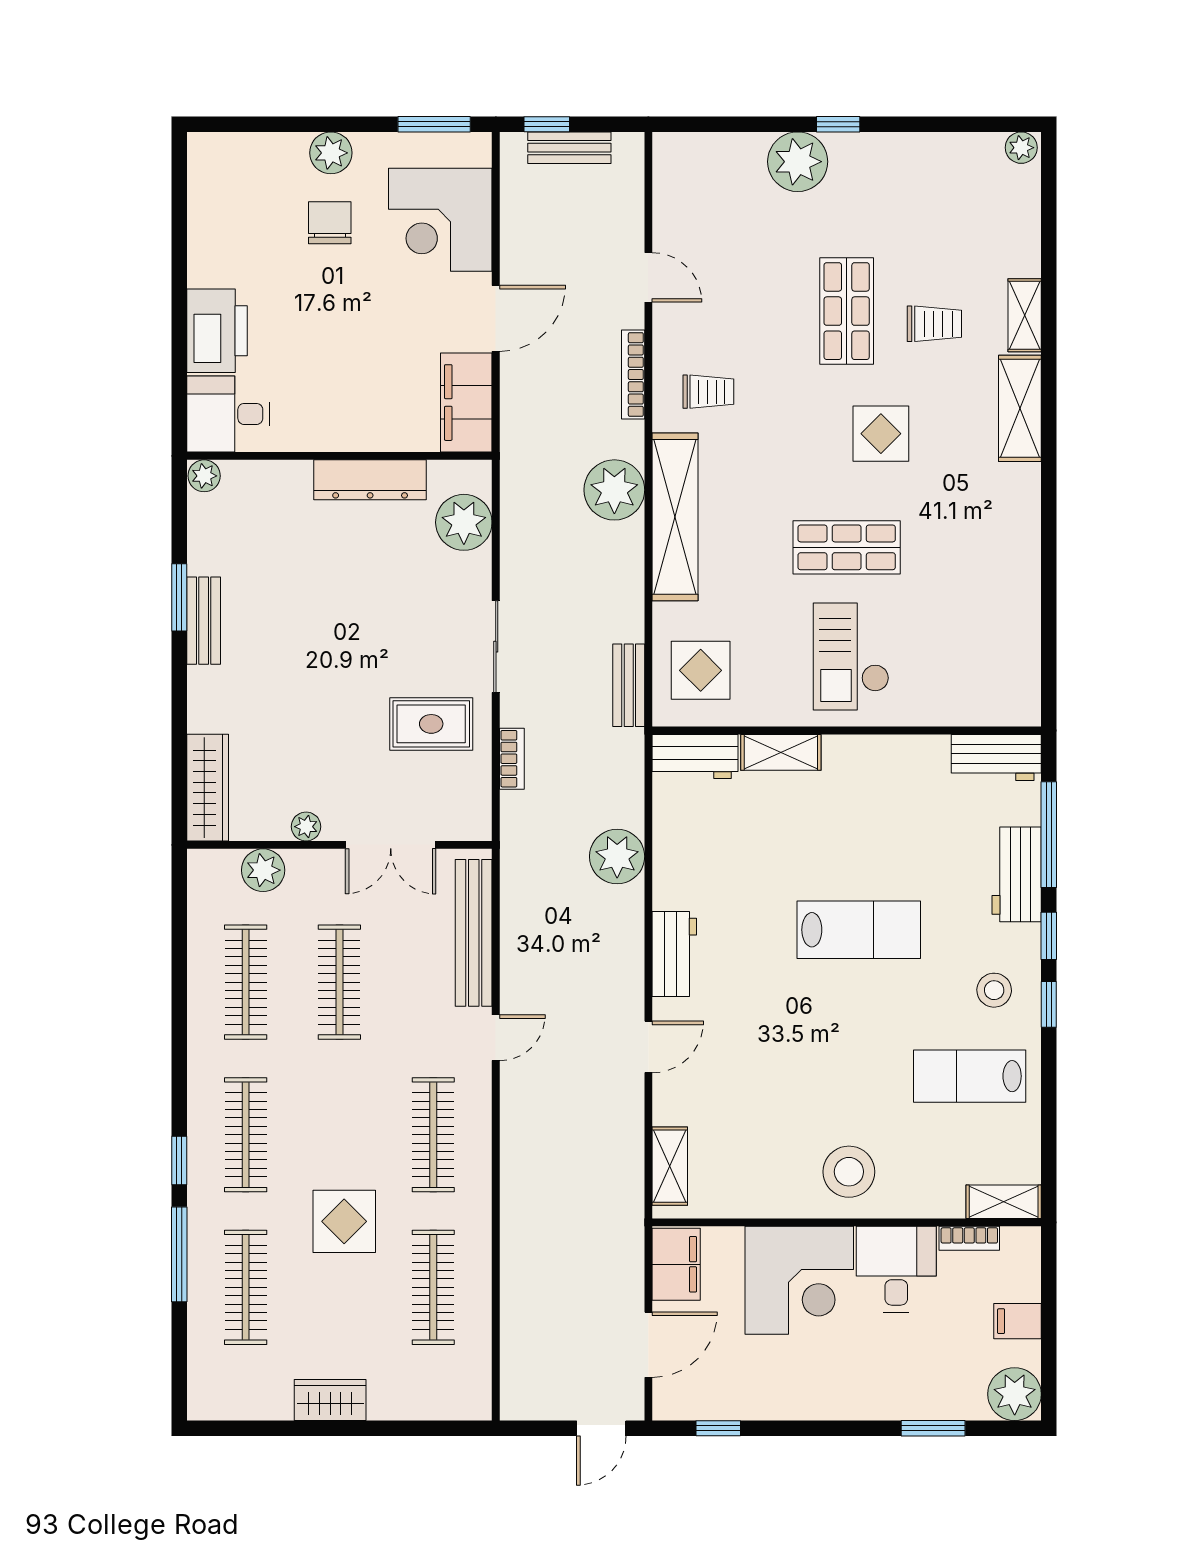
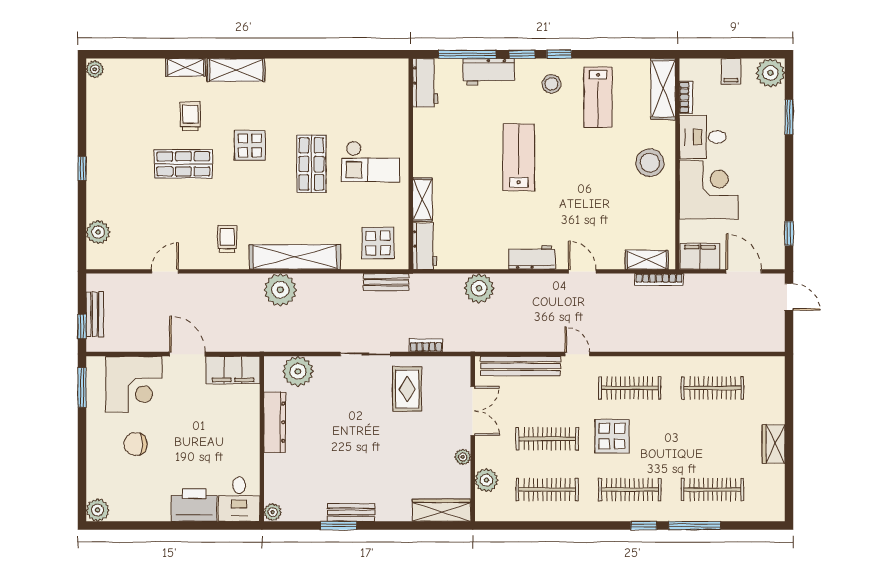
plant: (331, 153) -> (98, 510), moved
plant: (798, 162) -> (98, 232), moved, width x0.73, depth x0.73
bookcase: (633, 375) -> (659, 280), moved
shelving: (1004, 1202) -> (663, 89), width x1.50, depth x1.33
display table: (344, 1221) -> (612, 436), moved

